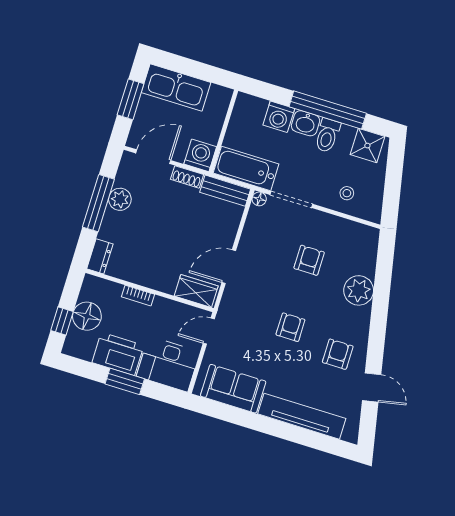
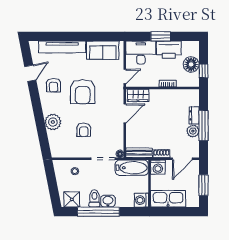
kitchen sink: (176, 88) -> (168, 199), moved
washing machine: (279, 117) -> (141, 200), moved, turned -90
dresser: (100, 256) -> (194, 115), moved
window: (62, 321) -> (203, 71), moved
armchair: (290, 327) -> (83, 92), width x1.88, depth x1.88
door: (372, 387) -> (30, 73), swing flipped

